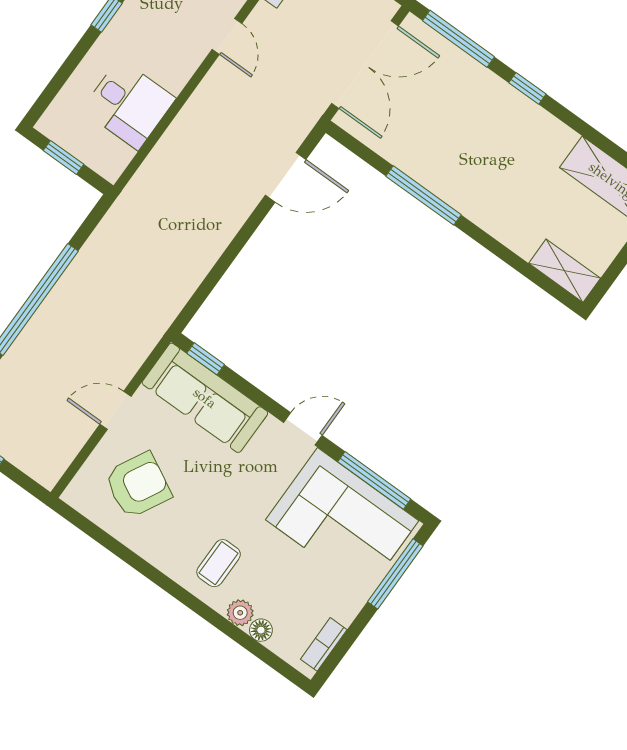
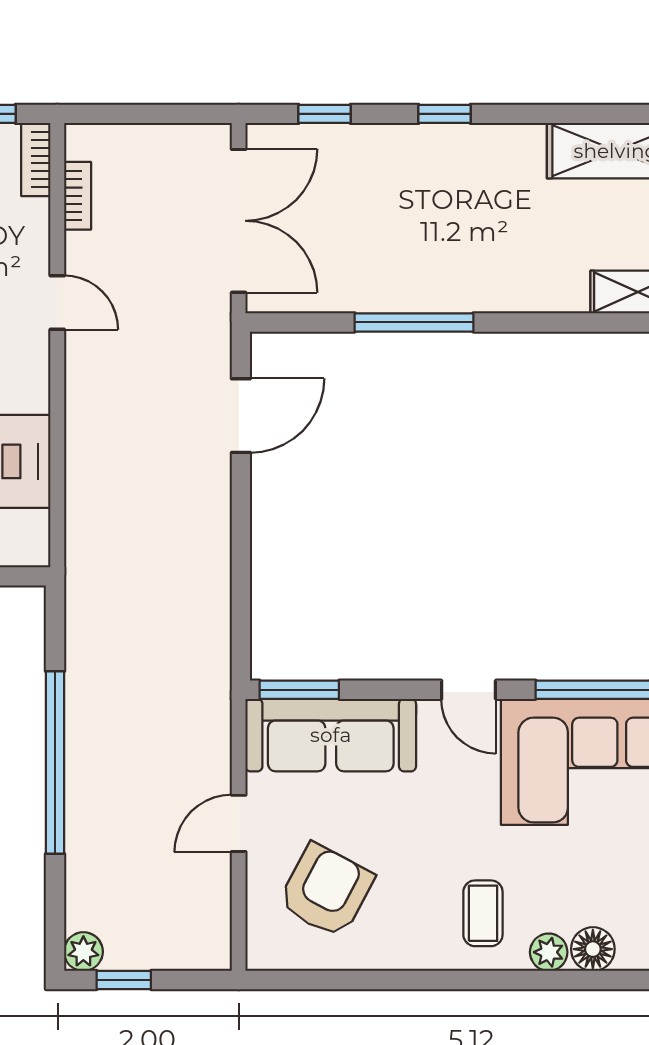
window: (459, 39) -> (325, 114), width x0.46
window: (206, 359) -> (299, 690), width x1.50
door: (303, 429) -> (469, 690), swing flipped
floor lamp: (261, 630) -> (593, 949), width x1.37, depth x1.37

